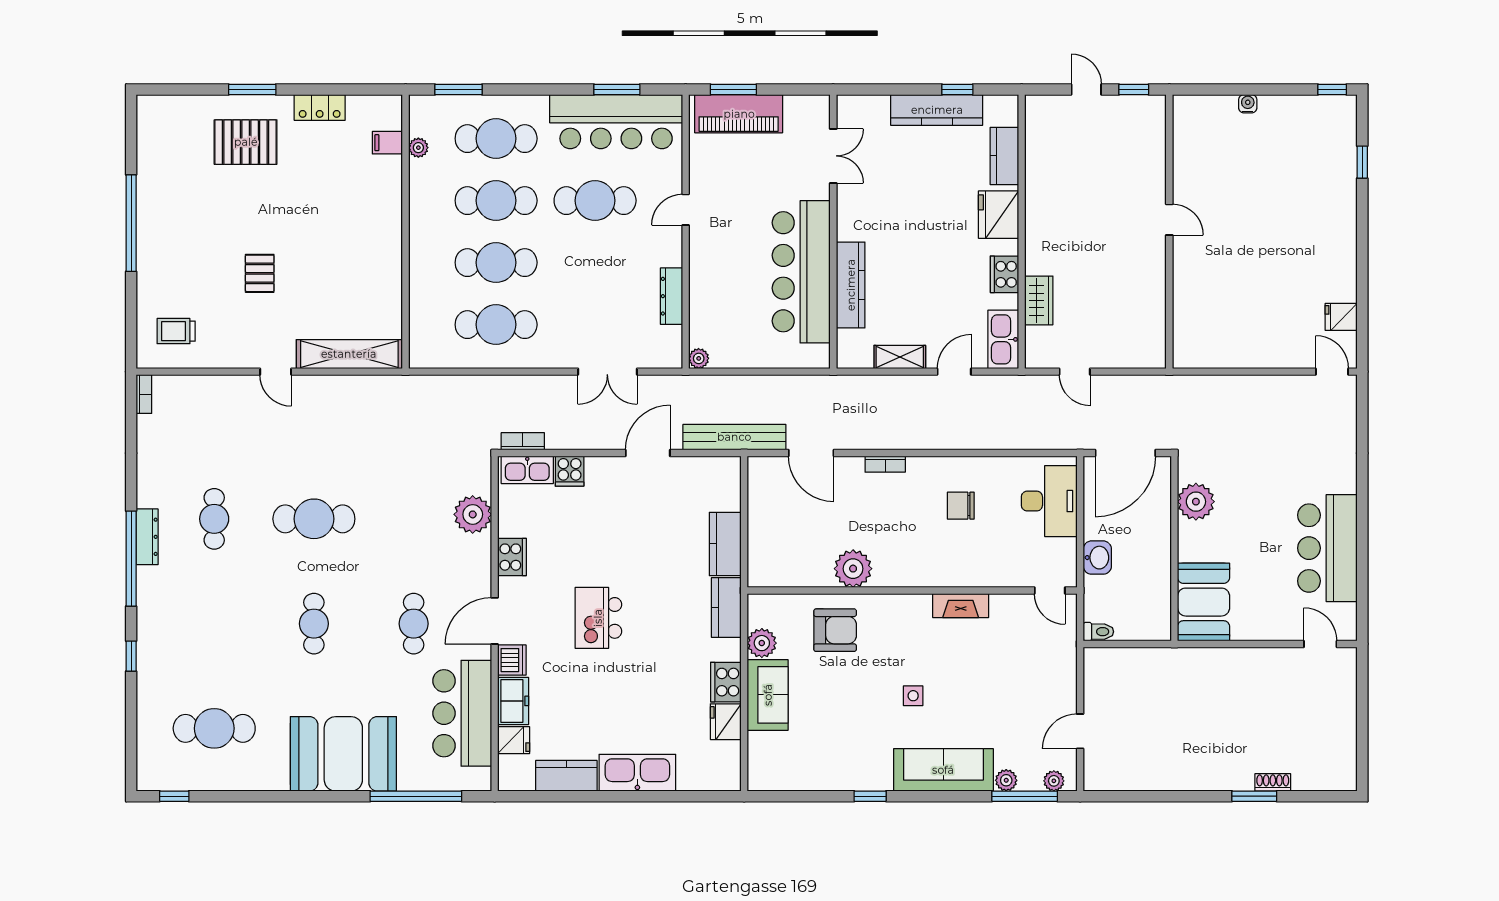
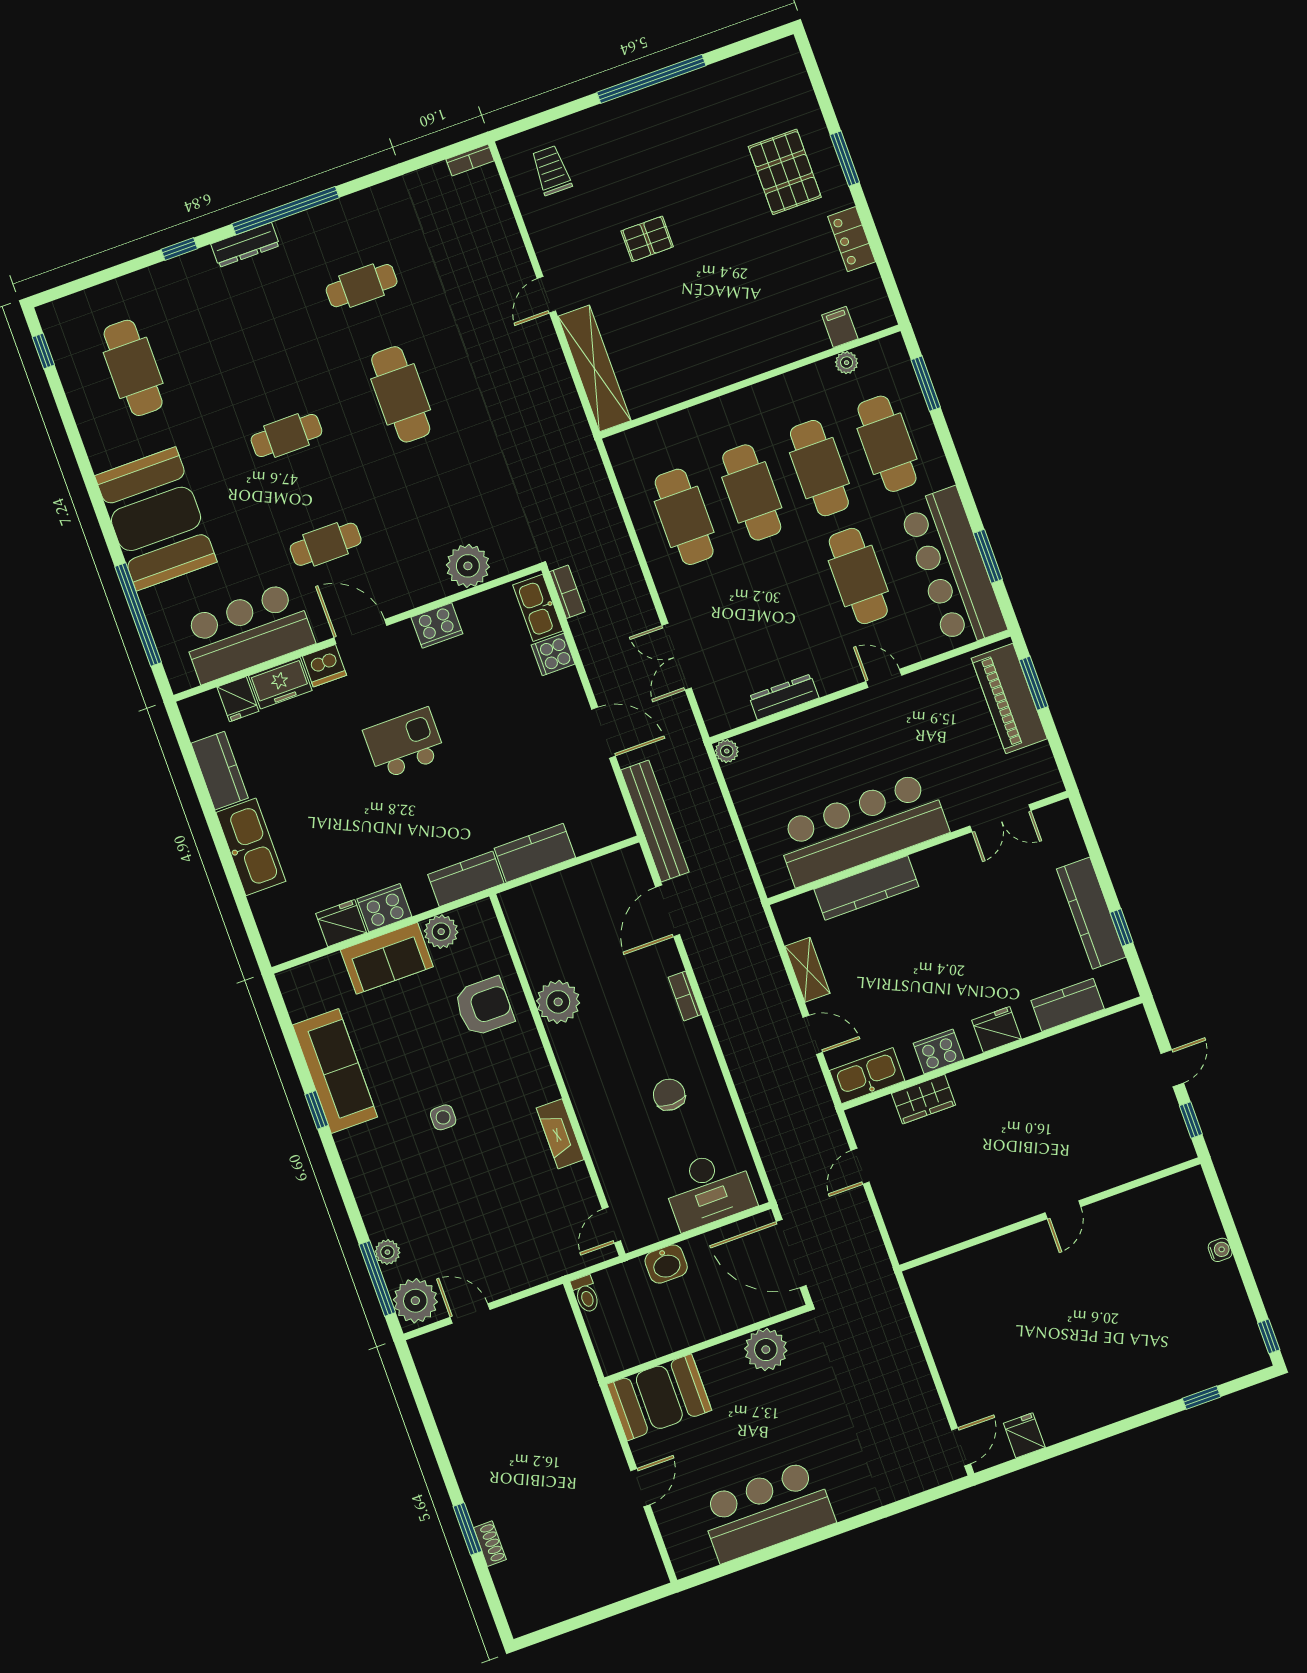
fridge: (998, 215) -> (996, 1030), width x0.73, depth x0.75
dresser: (147, 537) -> (245, 245), moved
armchair: (835, 630) -> (484, 1006), turned -90
door: (1320, 644) -> (640, 1488), moved
sofa: (943, 770) -> (335, 1071), moved
plant: (1054, 781) -> (415, 1301), width x1.88, depth x1.88

